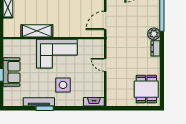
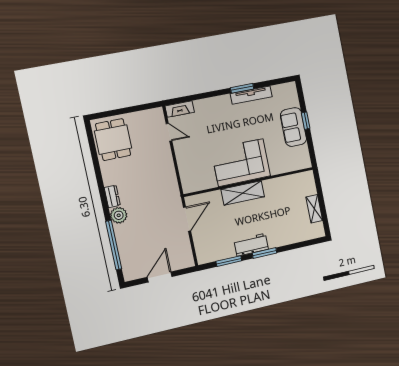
shelving: (37, 31) -> (243, 193), moved
door: (105, 65) -> (169, 132), moved
side table: (63, 85) -> (225, 123), removed

